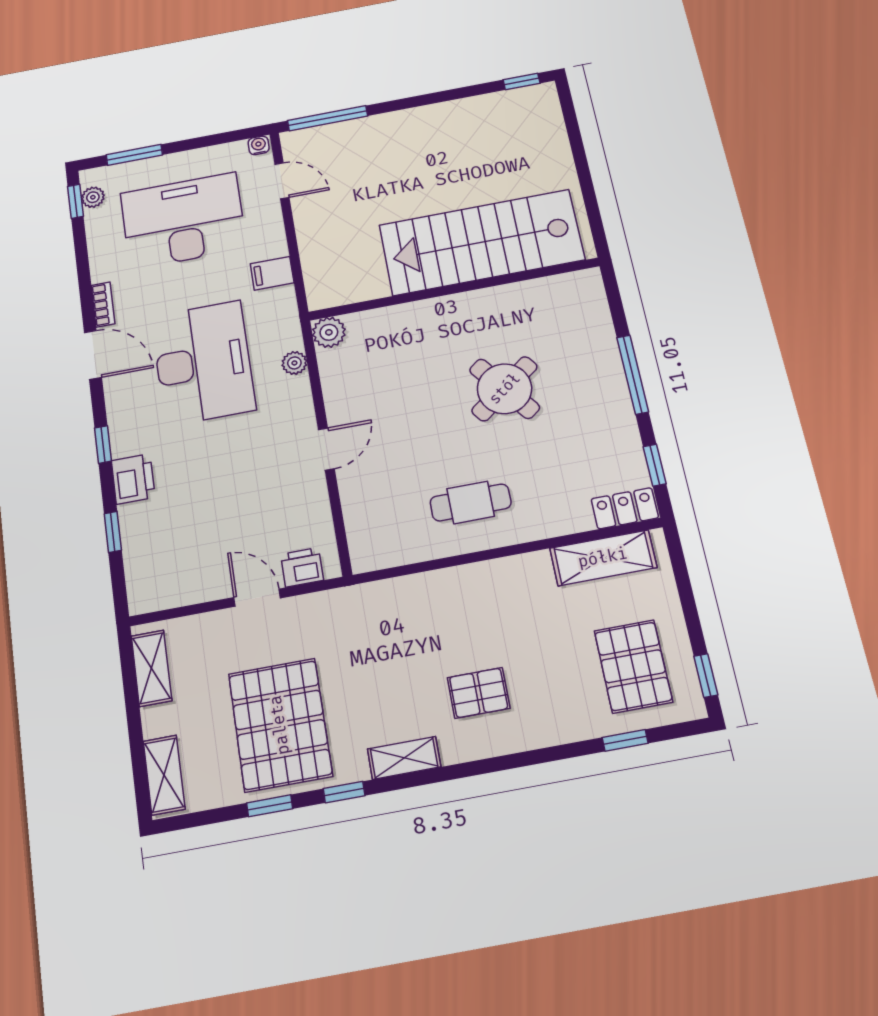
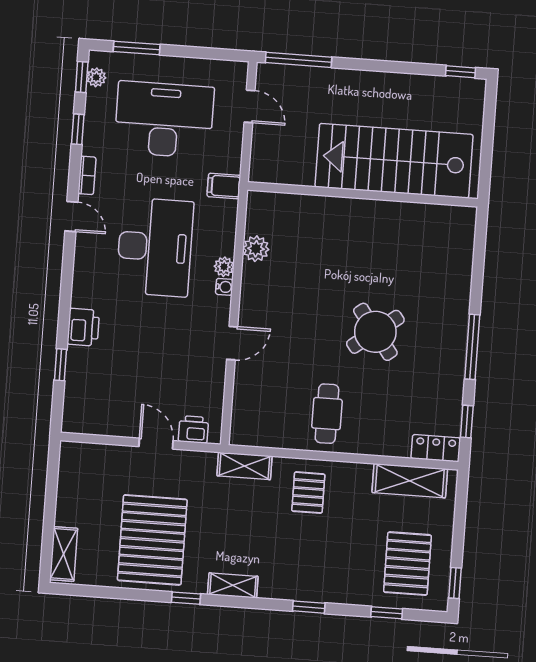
water cooler: (259, 145) -> (224, 287), moved, turned 90
stairs: (481, 242) -> (394, 161), moved
wall: (454, 289) -> (363, 194), moved
door: (93, 355) -> (71, 216), width x0.73
window: (103, 444) -> (78, 129), moved
cafe table: (471, 503) -> (327, 414), turned 90
shelving: (151, 668) -> (245, 466), moved, turned 90
pallet: (479, 693) -> (308, 493), moved, turned 90
window: (270, 806) -> (309, 607), moved

